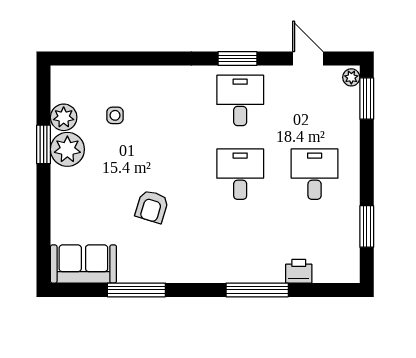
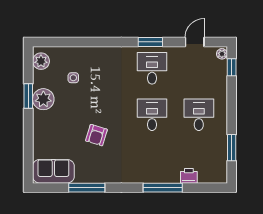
door: (308, 58) -> (195, 42), hinge flipped
window: (367, 99) -> (232, 67), width x0.67
plant: (64, 117) -> (41, 61), moved

